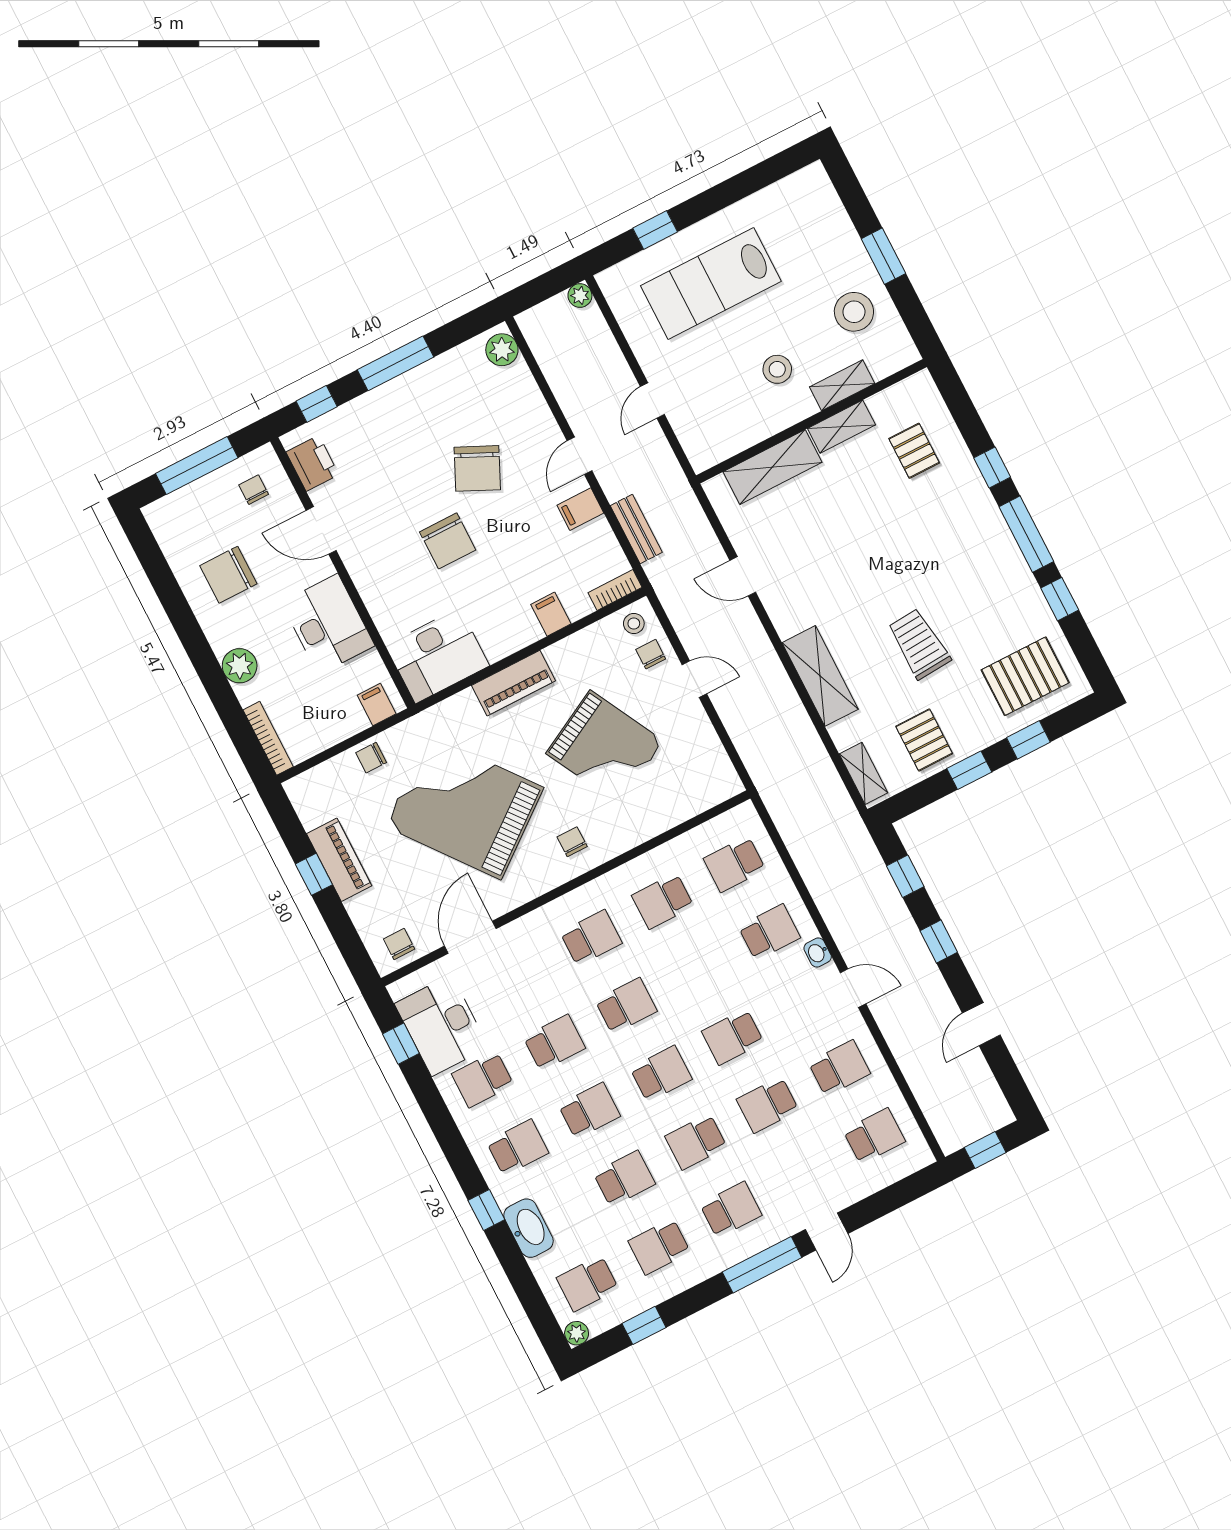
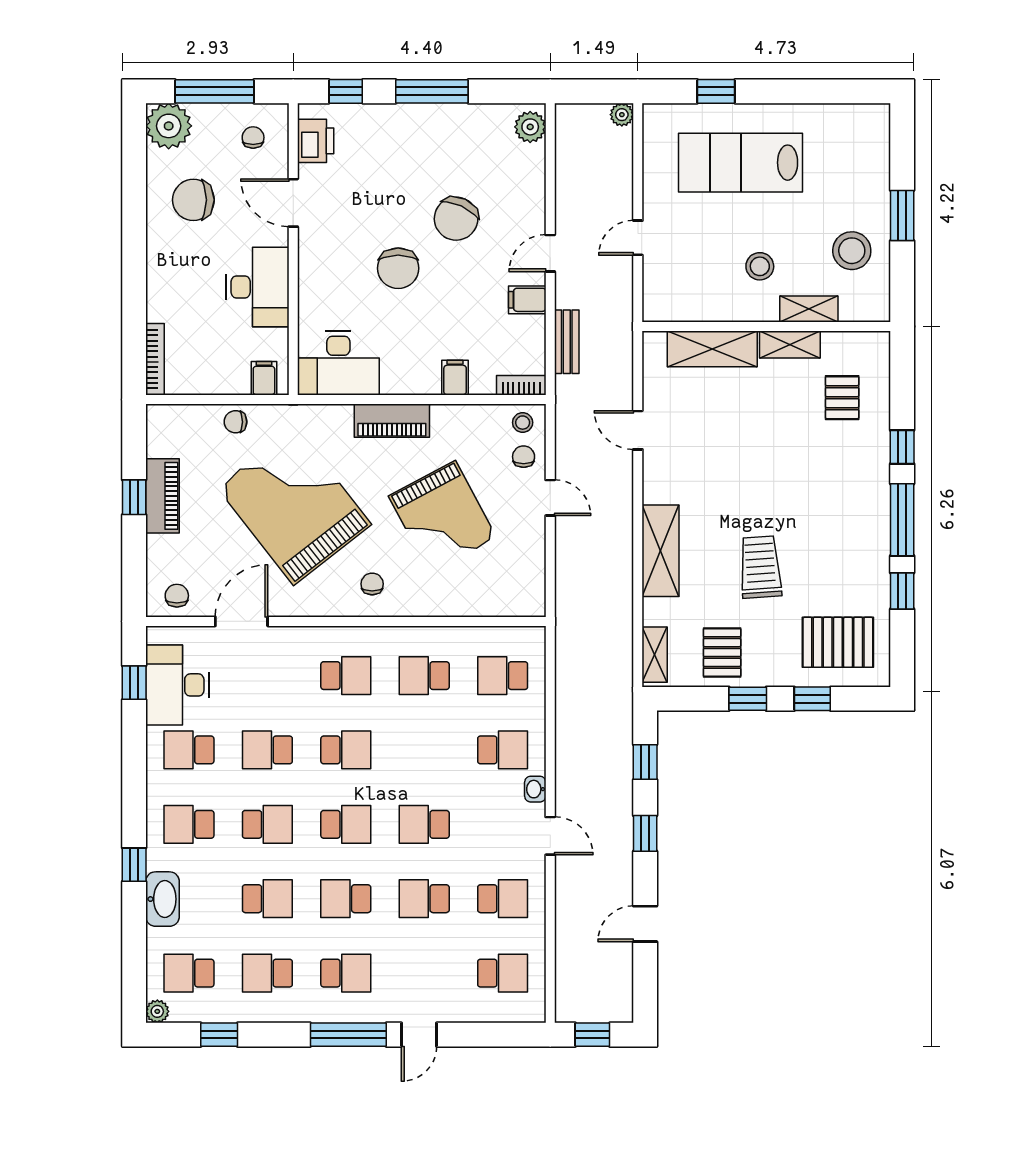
plant: (240, 666) -> (169, 126), moved, width x1.36, depth x1.36
school desk: (554, 1043) -> (267, 750), turned 180
school desk: (518, 1147) -> (189, 824), turned 180

